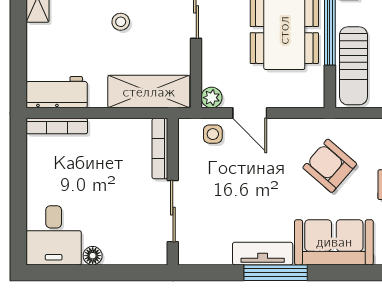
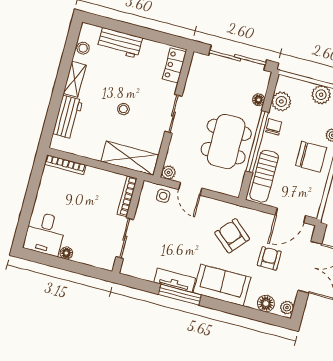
workbench: (57, 92) -> (68, 117), moved, turned 90

